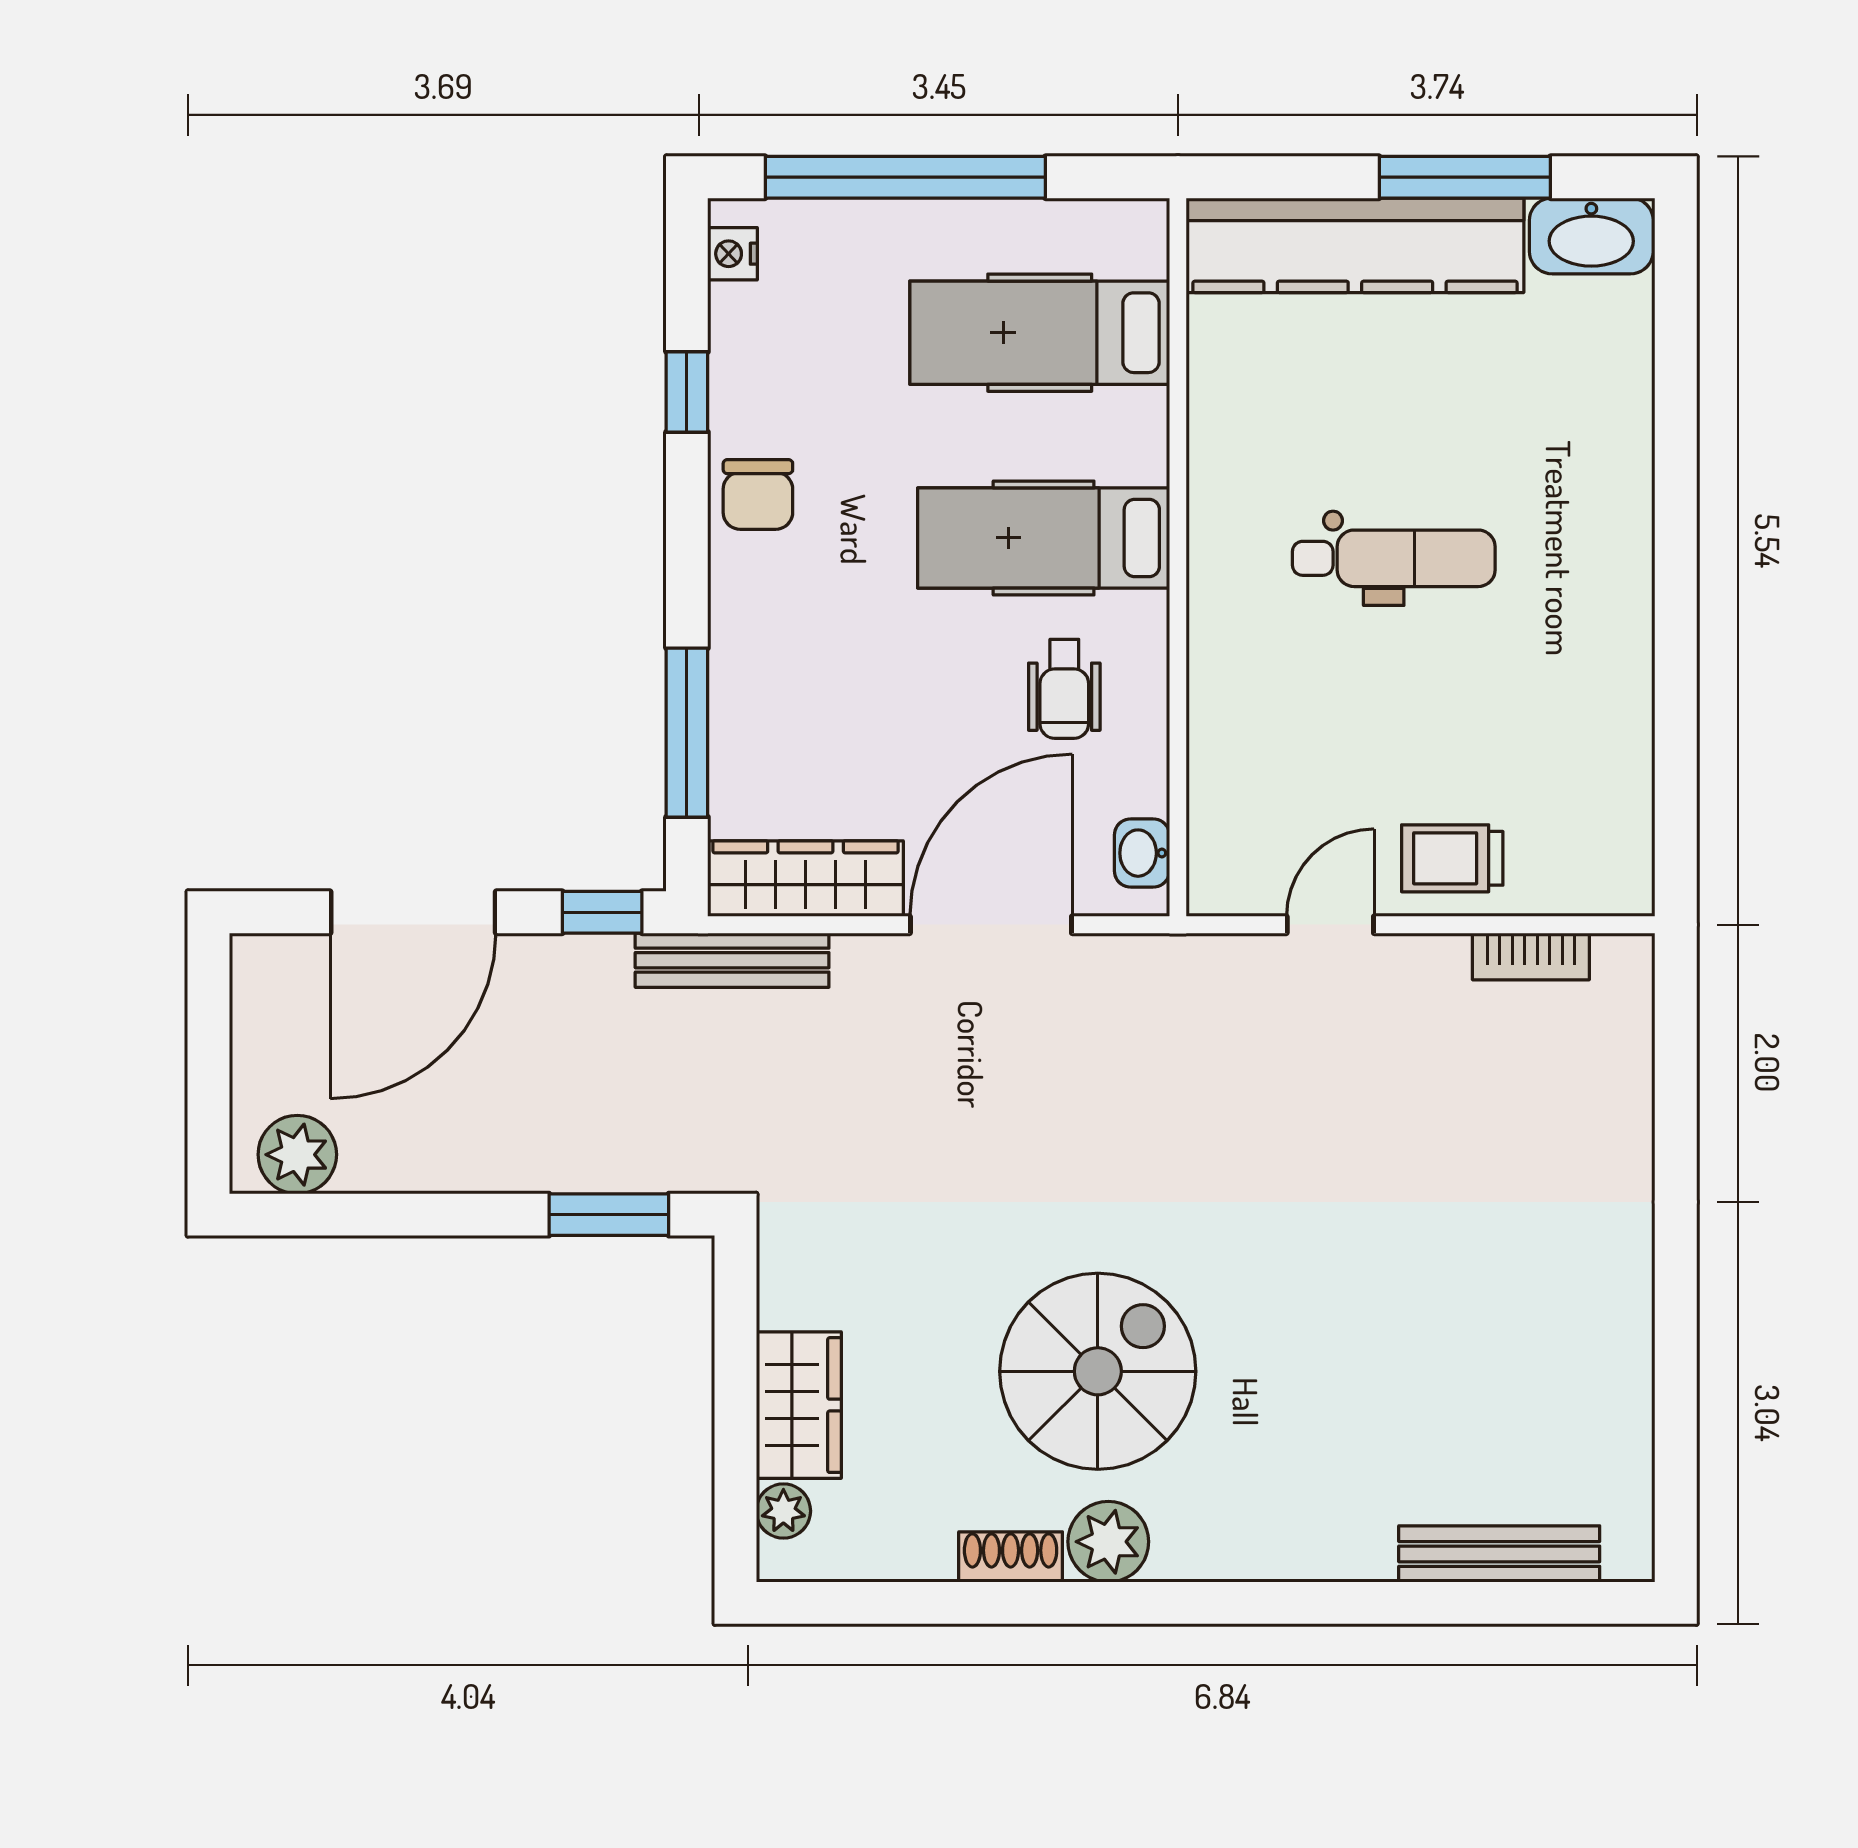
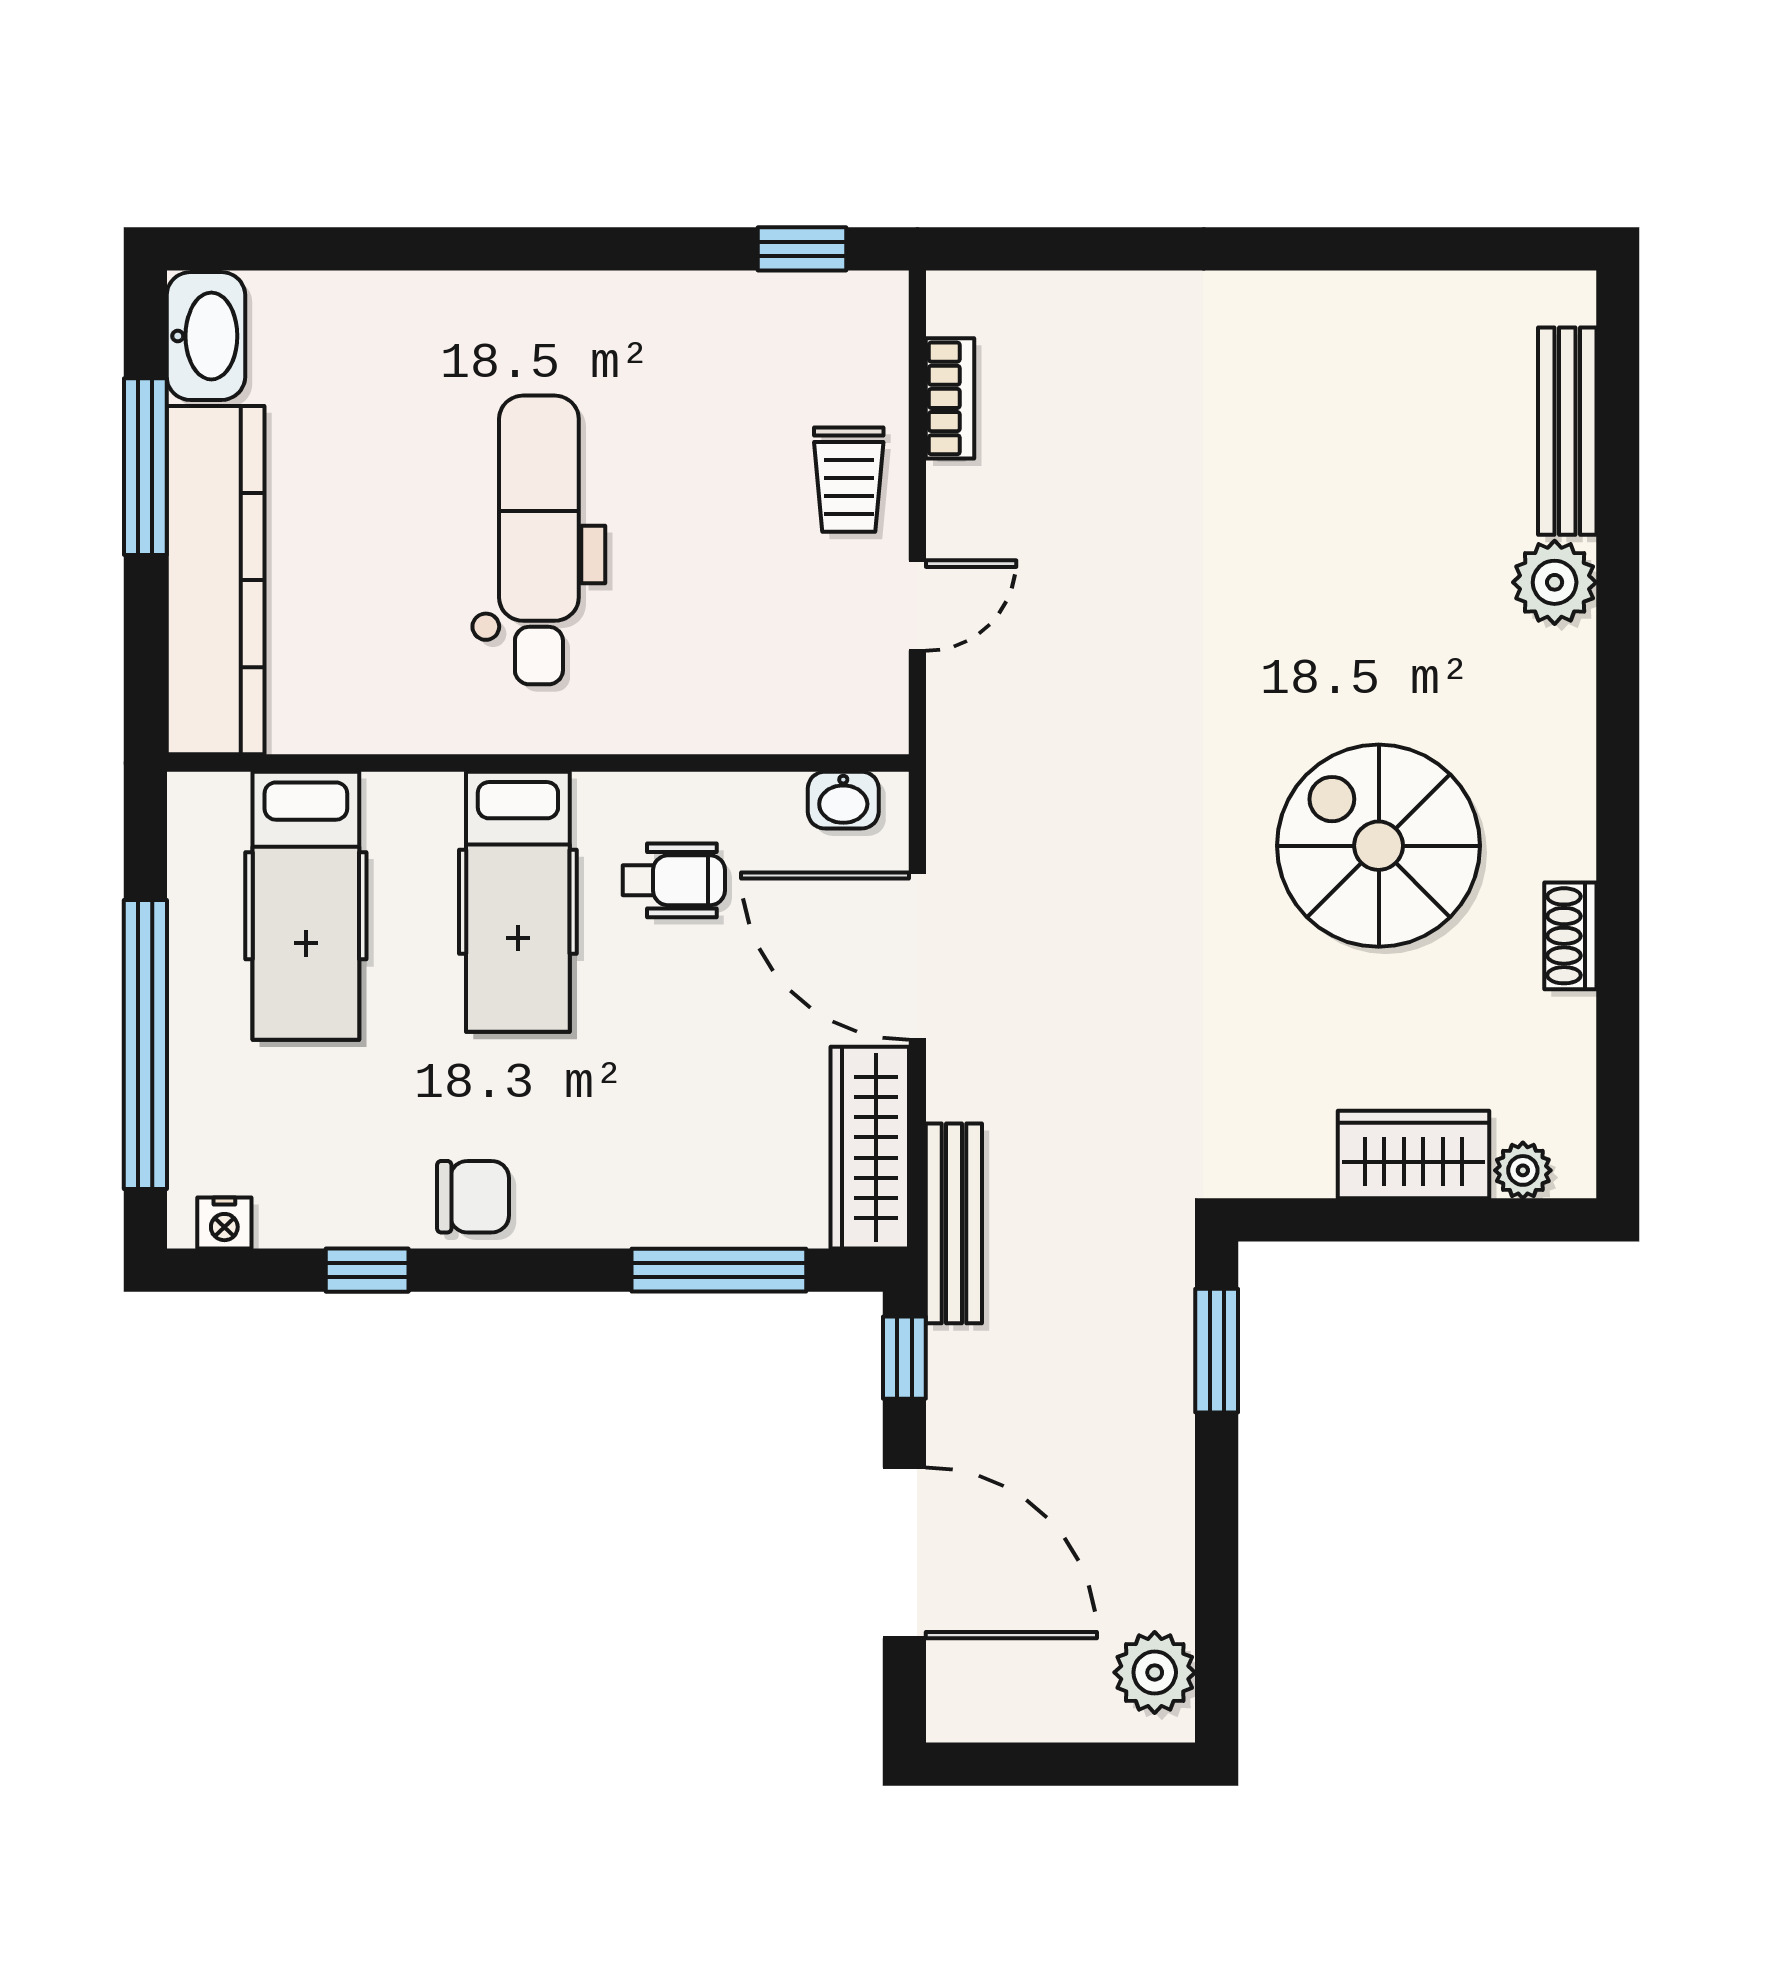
dental chair: (1394, 558) -> (539, 540), width x1.36, depth x1.38
window: (1676, 813) -> (802, 249), added
door: (1330, 925) -> (917, 606), swing flipped
plant: (1108, 1542) -> (1555, 582), moved

